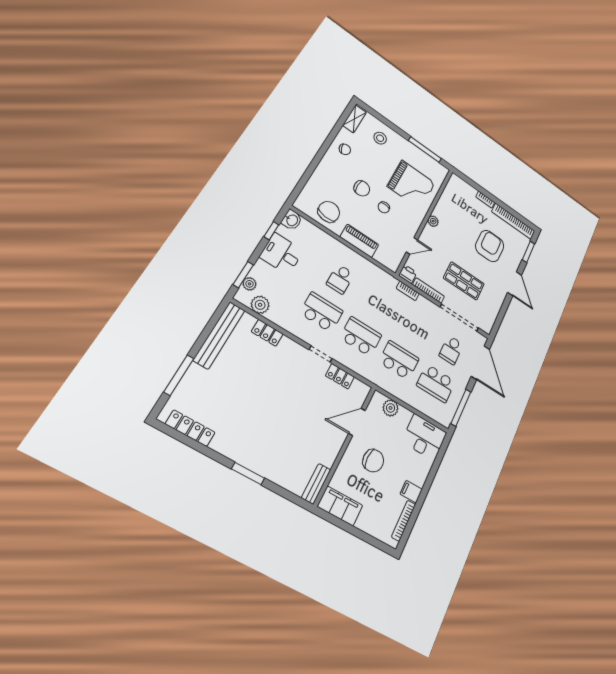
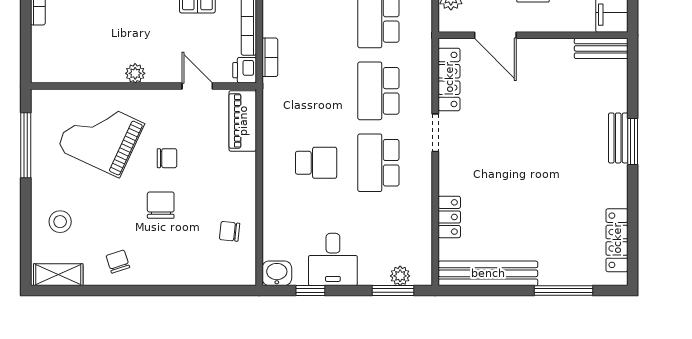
grand piano: (411, 185) -> (100, 136), turned -65
chair: (329, 212) -> (230, 231), width x0.54, depth x0.54
piano: (359, 241) -> (243, 121), moved
plant: (260, 305) -> (419, 247), removed
locker: (340, 376) -> (449, 79), width x1.53
bench: (255, 465) -> (618, 138), added

